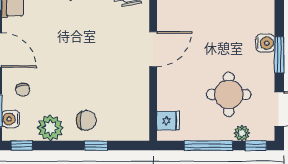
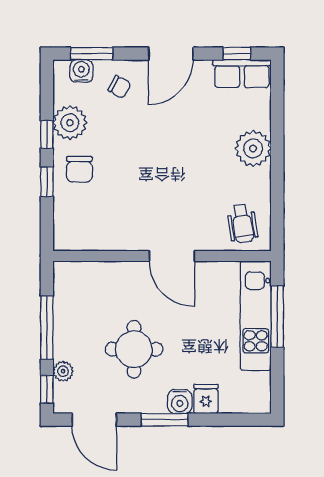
chair: (23, 90) -> (119, 87), turned -141
round table: (229, 94) -> (134, 349), moved
fridge: (168, 121) -> (206, 399), moved, turned 180
window: (22, 146) -> (47, 135), moved

